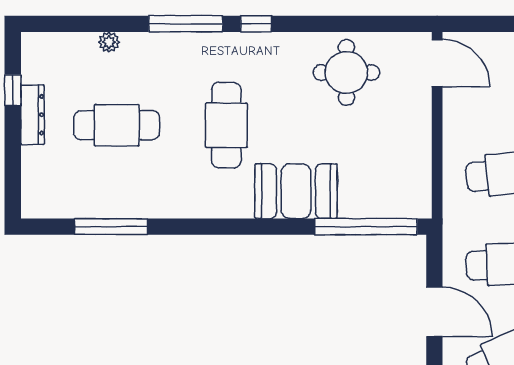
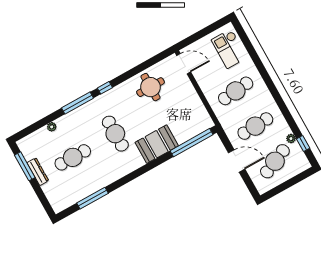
window: (13, 90) -> (25, 166), width x2.17

